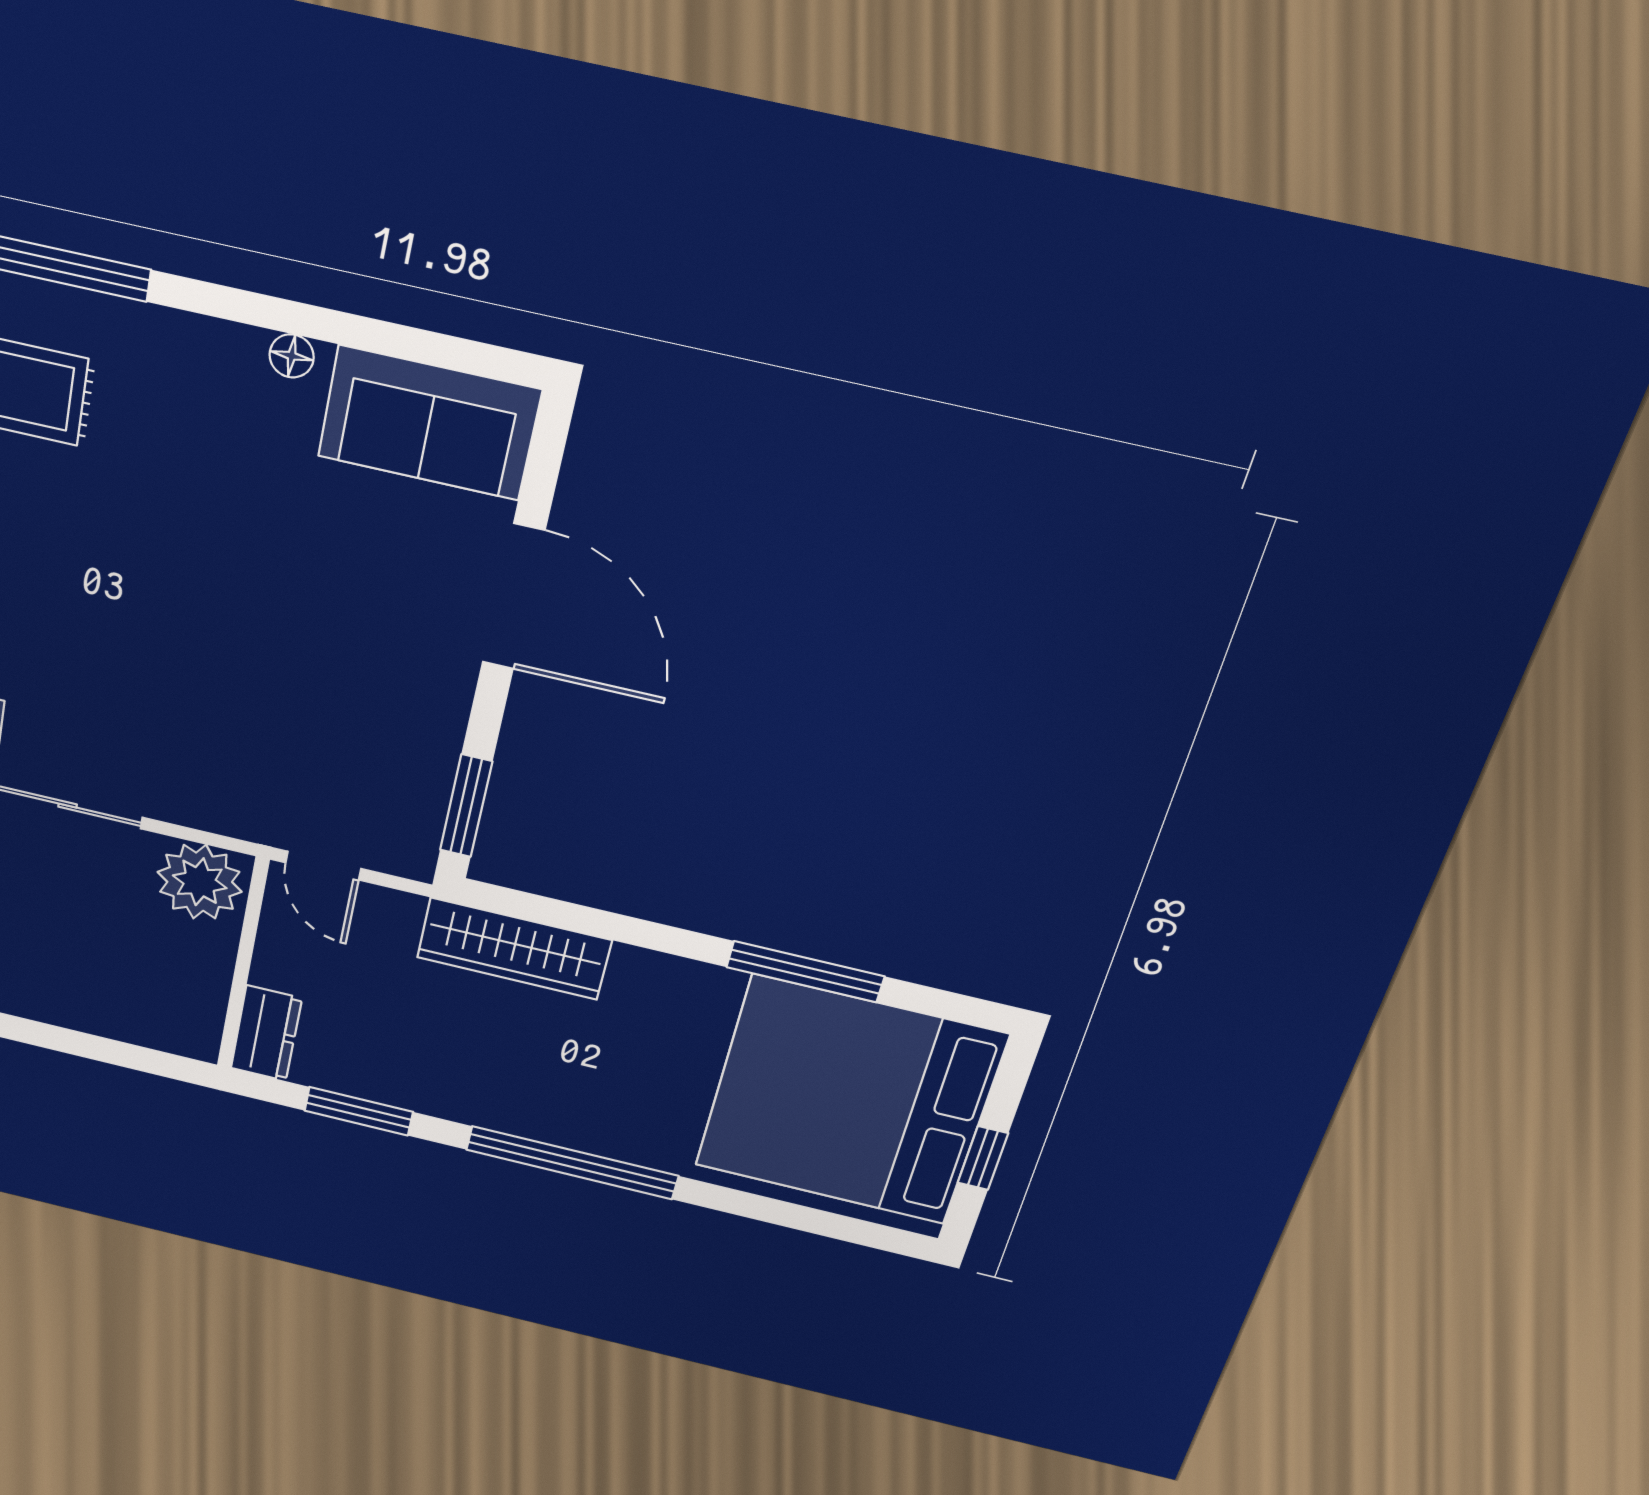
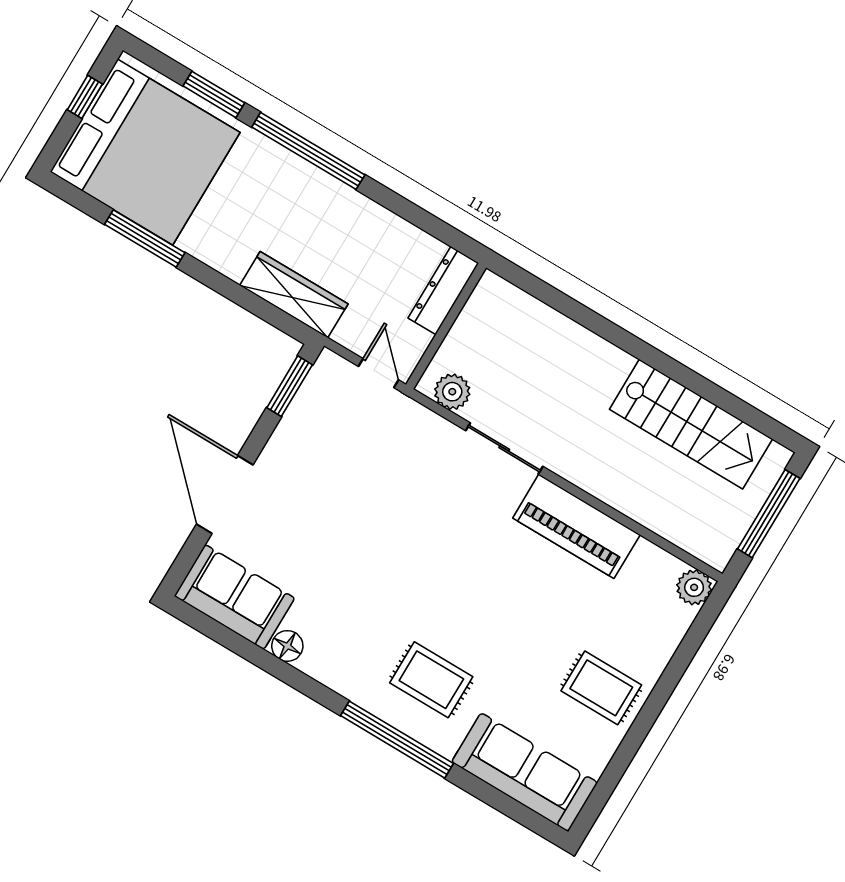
floor lamp: (292, 356) -> (287, 646), width x1.37, depth x1.37
plant: (200, 882) -> (452, 392), width x0.73, depth x0.73
dresser: (266, 1033) -> (444, 291), width x1.44
window: (359, 1111) -> (214, 94), moved

